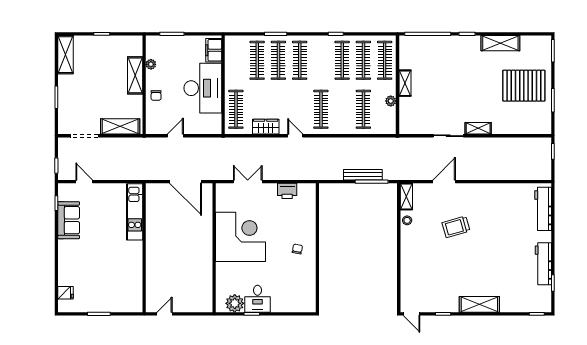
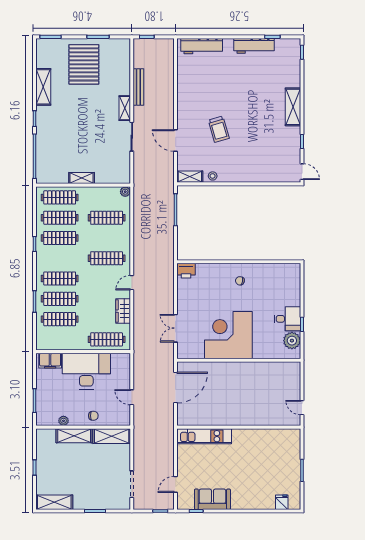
plant: (391, 101) -> (125, 192), moved
shelving: (120, 126) -> (112, 436), moved, turned 90
bench: (363, 175) -> (138, 87), moved
printer: (287, 191) -> (186, 271), moved, turned 90
door: (412, 314) -> (302, 172), hinge flipped

